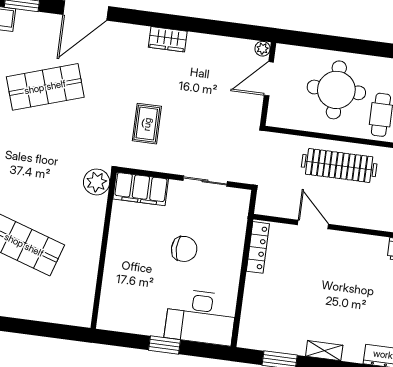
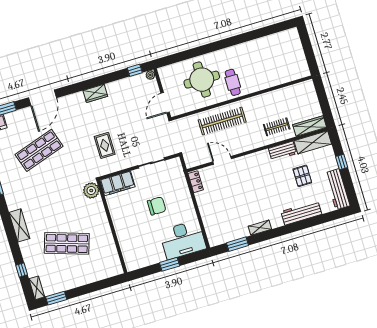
window: (242, 31) -> (135, 70), added
door: (269, 79) -> (165, 103), moved
locker: (258, 247) -> (196, 182), width x0.66

